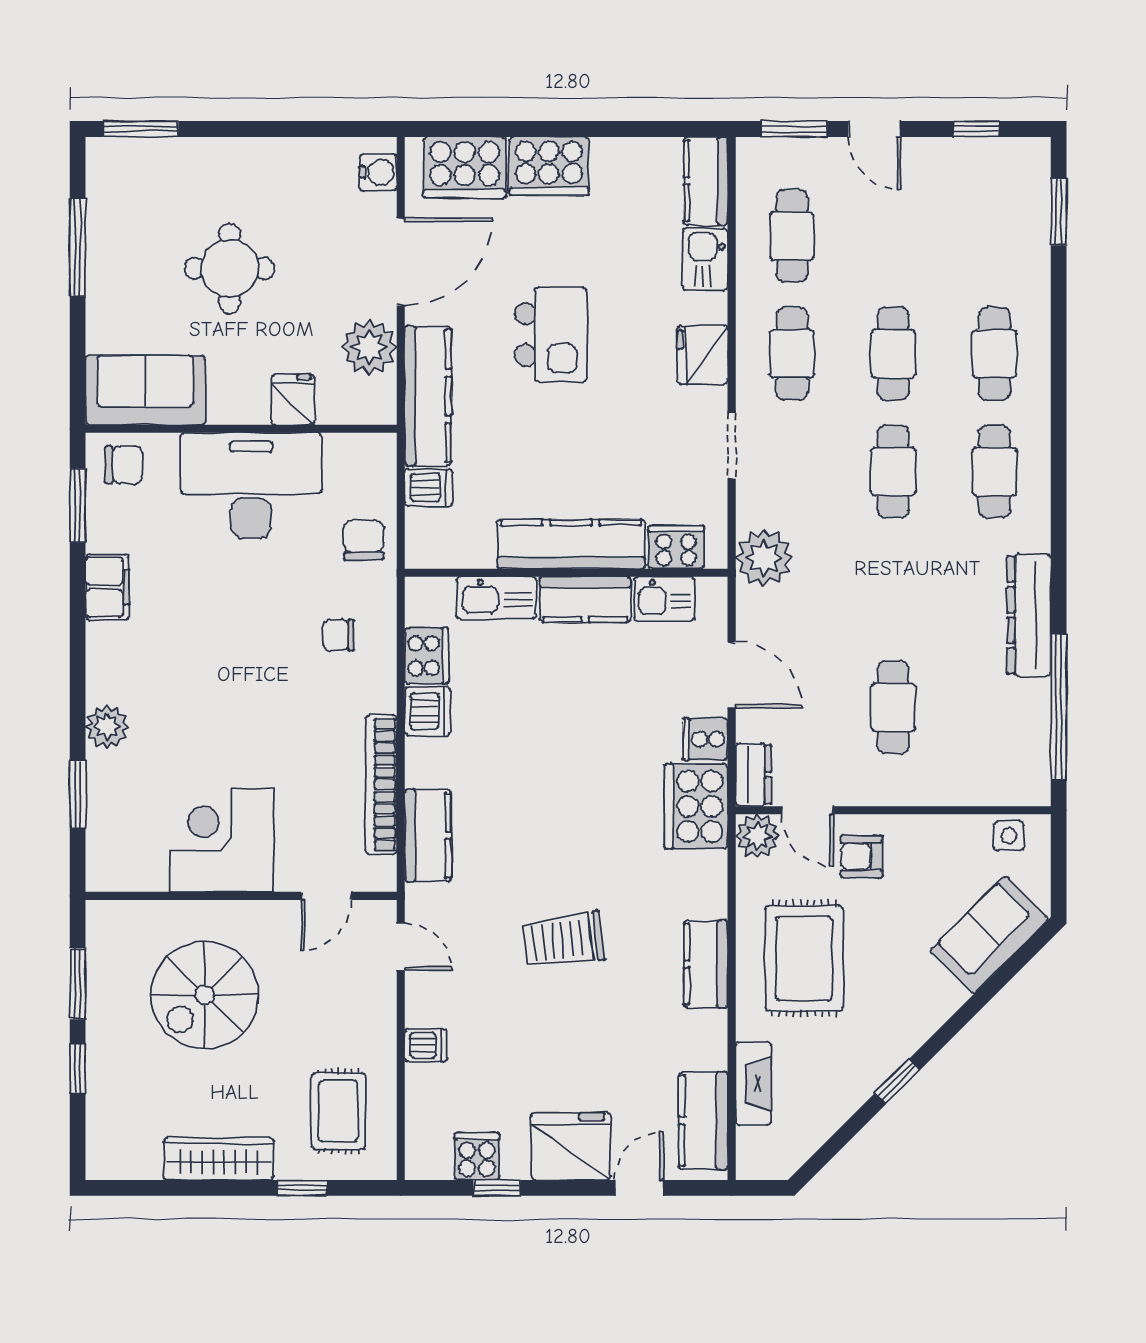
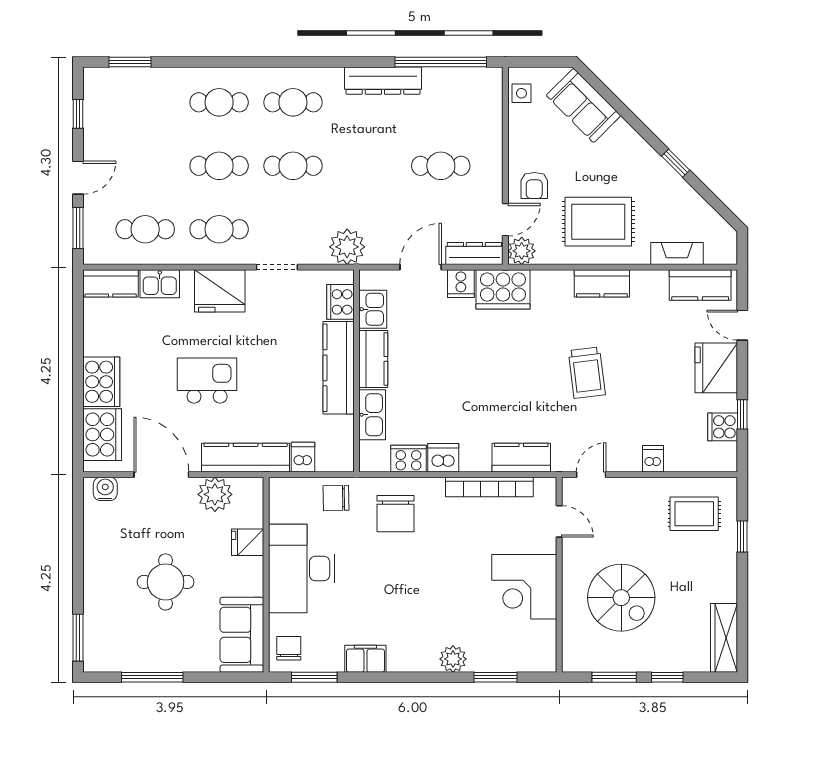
fridge: (702, 355) -> (220, 291), width x1.36, depth x1.34
chair: (339, 635) -> (396, 514), width x1.87, depth x1.87
dresser: (753, 775) -> (474, 253), width x1.44
wardrobe: (219, 1159) -> (724, 638), moved

